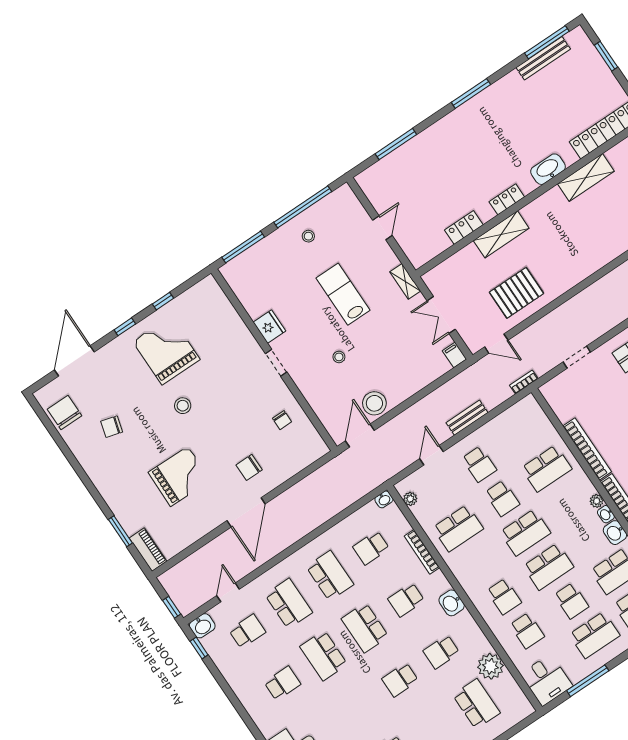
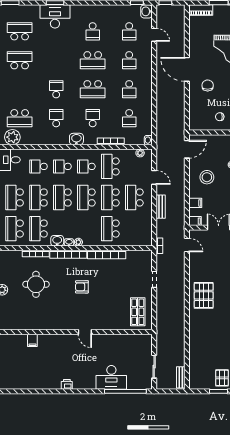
pallet: (517, 293) -> (204, 295), moved
door: (496, 344) -> (187, 245), swing flipped
filing cabinet: (428, 372) -> (195, 203), added
stool: (374, 403) -> (207, 177), moved
door: (360, 436) -> (187, 149), hinge flipped
school desk: (479, 464) -> (134, 197), width x1.85
school desk: (502, 498) -> (110, 197), width x1.85
school desk: (371, 548) -> (129, 118), turned 180
school desk: (481, 562) -> (86, 166), added
school desk: (330, 576) -> (129, 89), width x0.54
school desk: (571, 601) -> (38, 197), width x1.85
school desk: (289, 603) -> (129, 60), width x0.54
school desk: (365, 628) -> (93, 89), turned 180
school desk: (324, 655) -> (93, 60), turned 180
plant: (490, 666) -> (12, 137), moved

